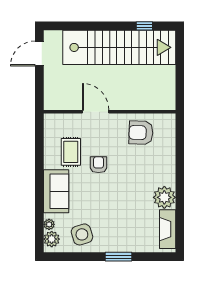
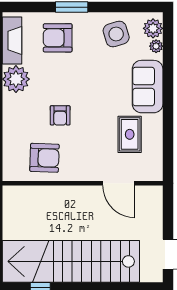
door: (96, 112) -> (119, 183), moved
armchair: (99, 165) -> (60, 115), moved
armchair: (130, 231) -> (58, 38), added

